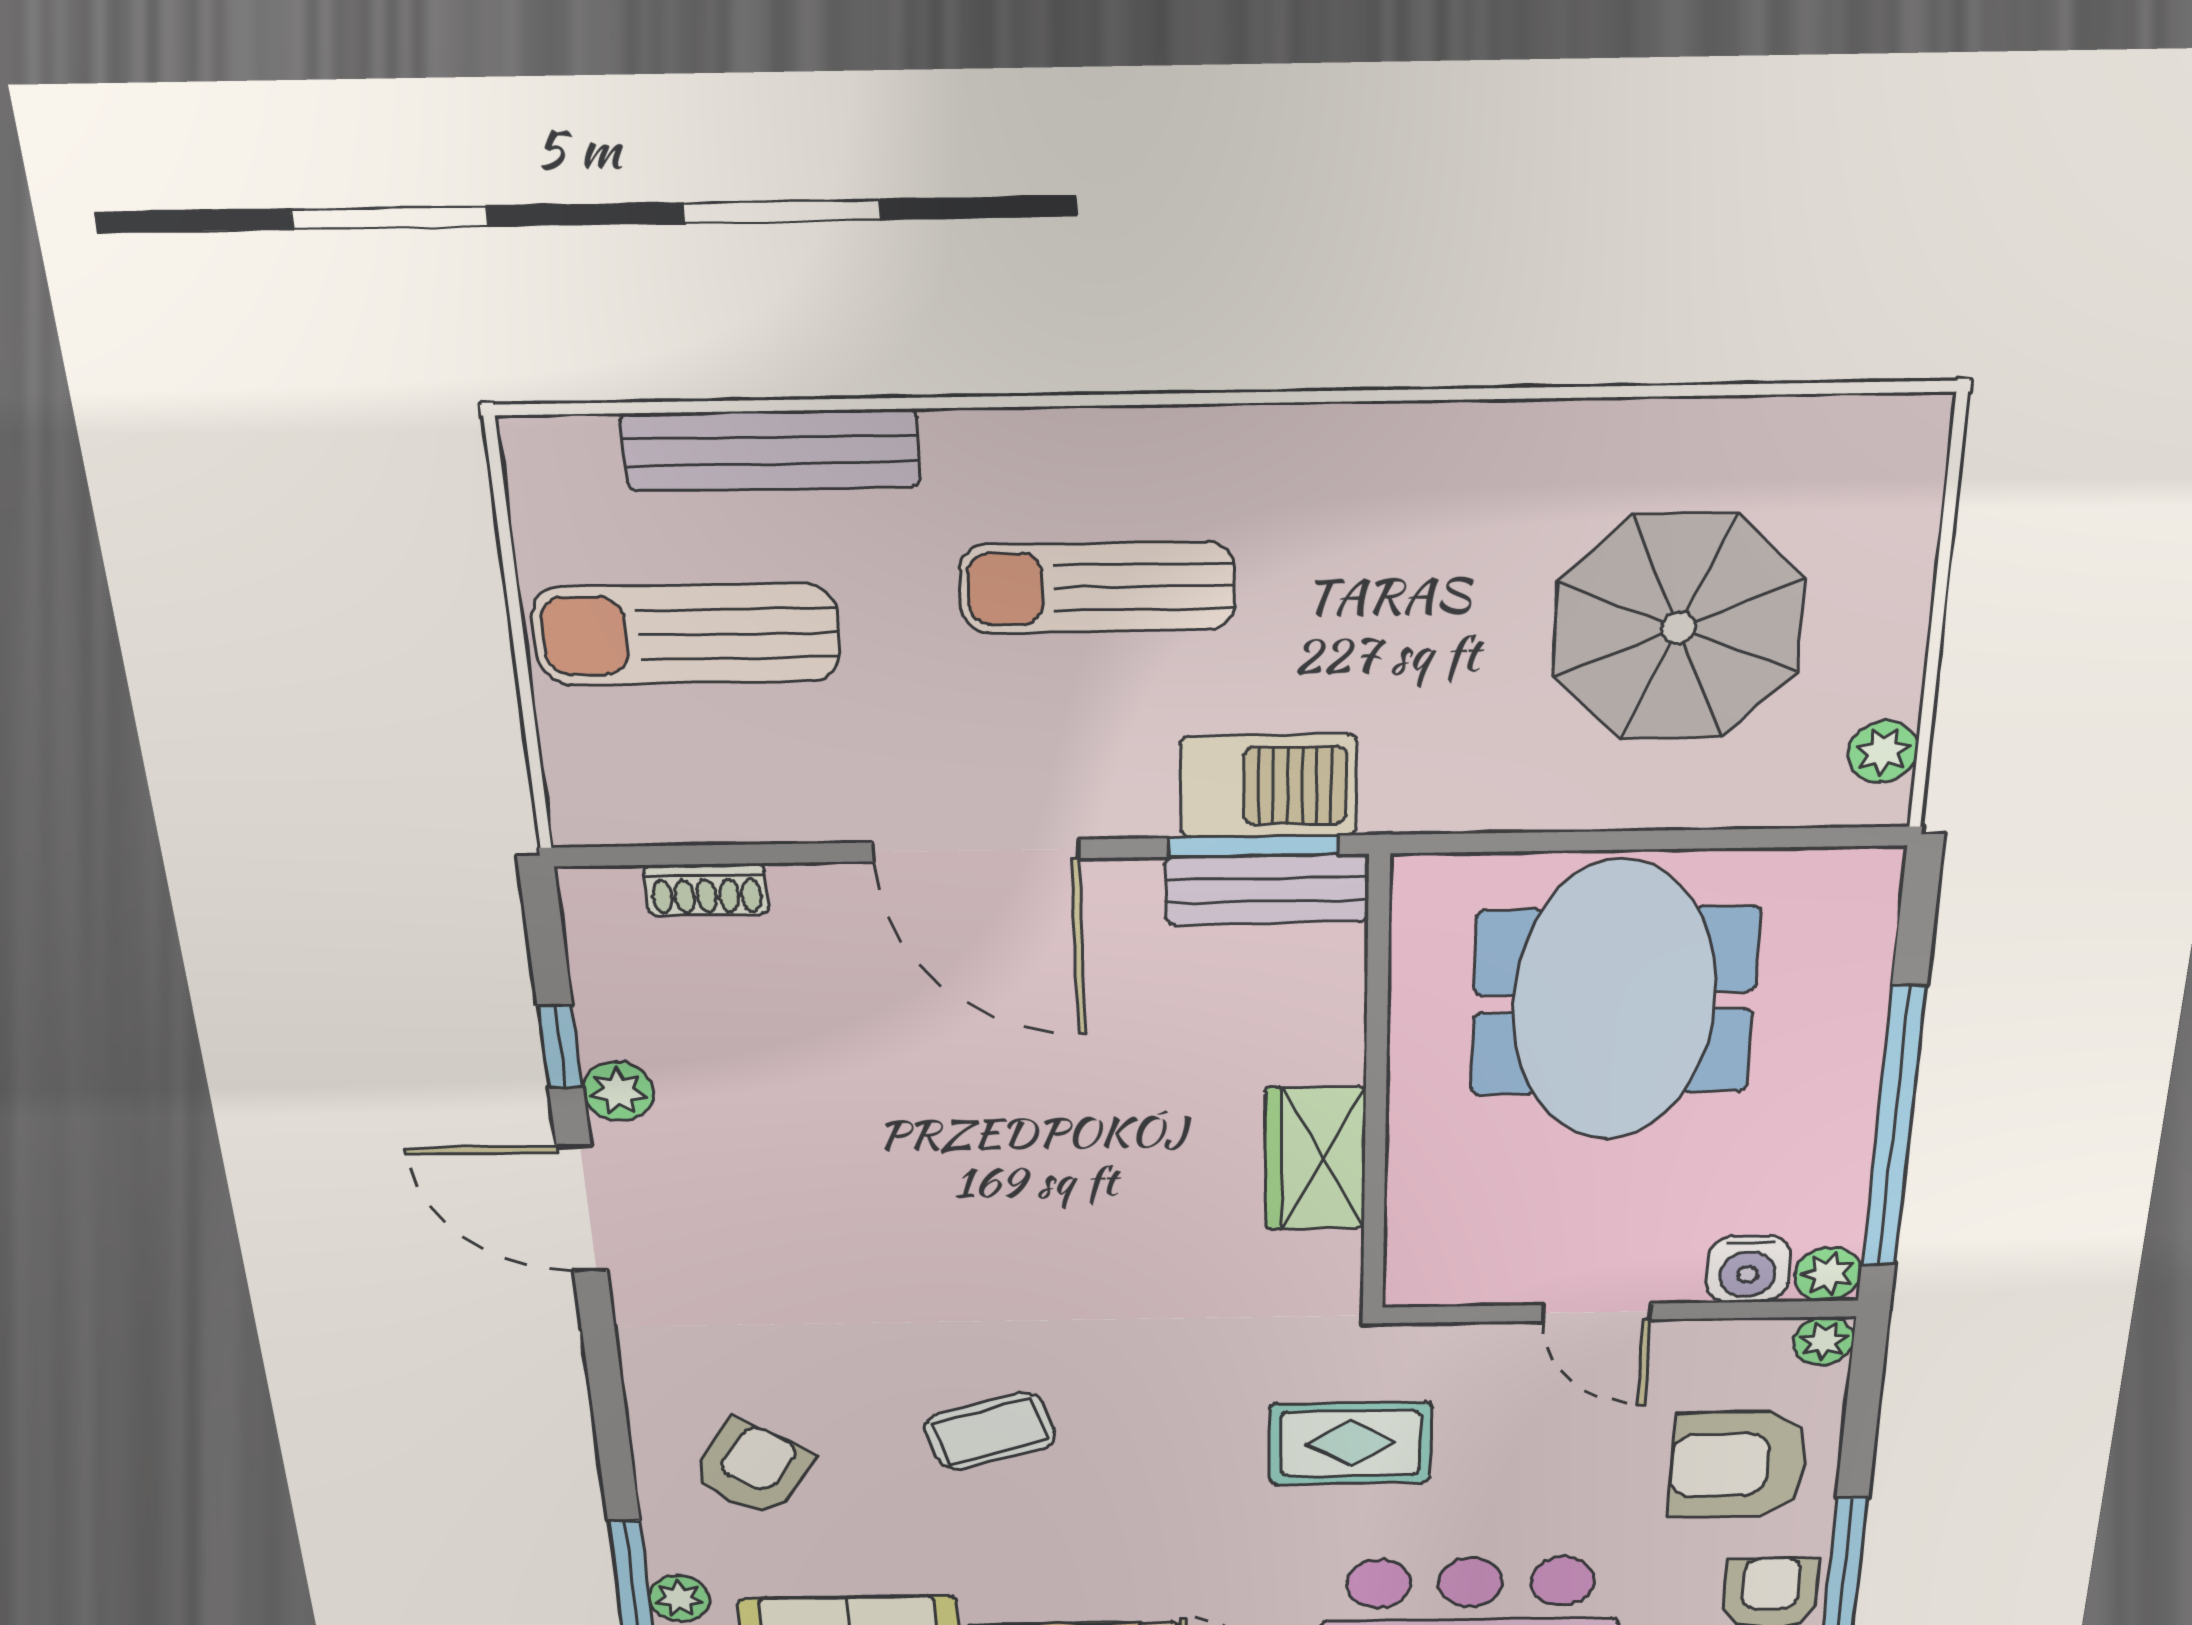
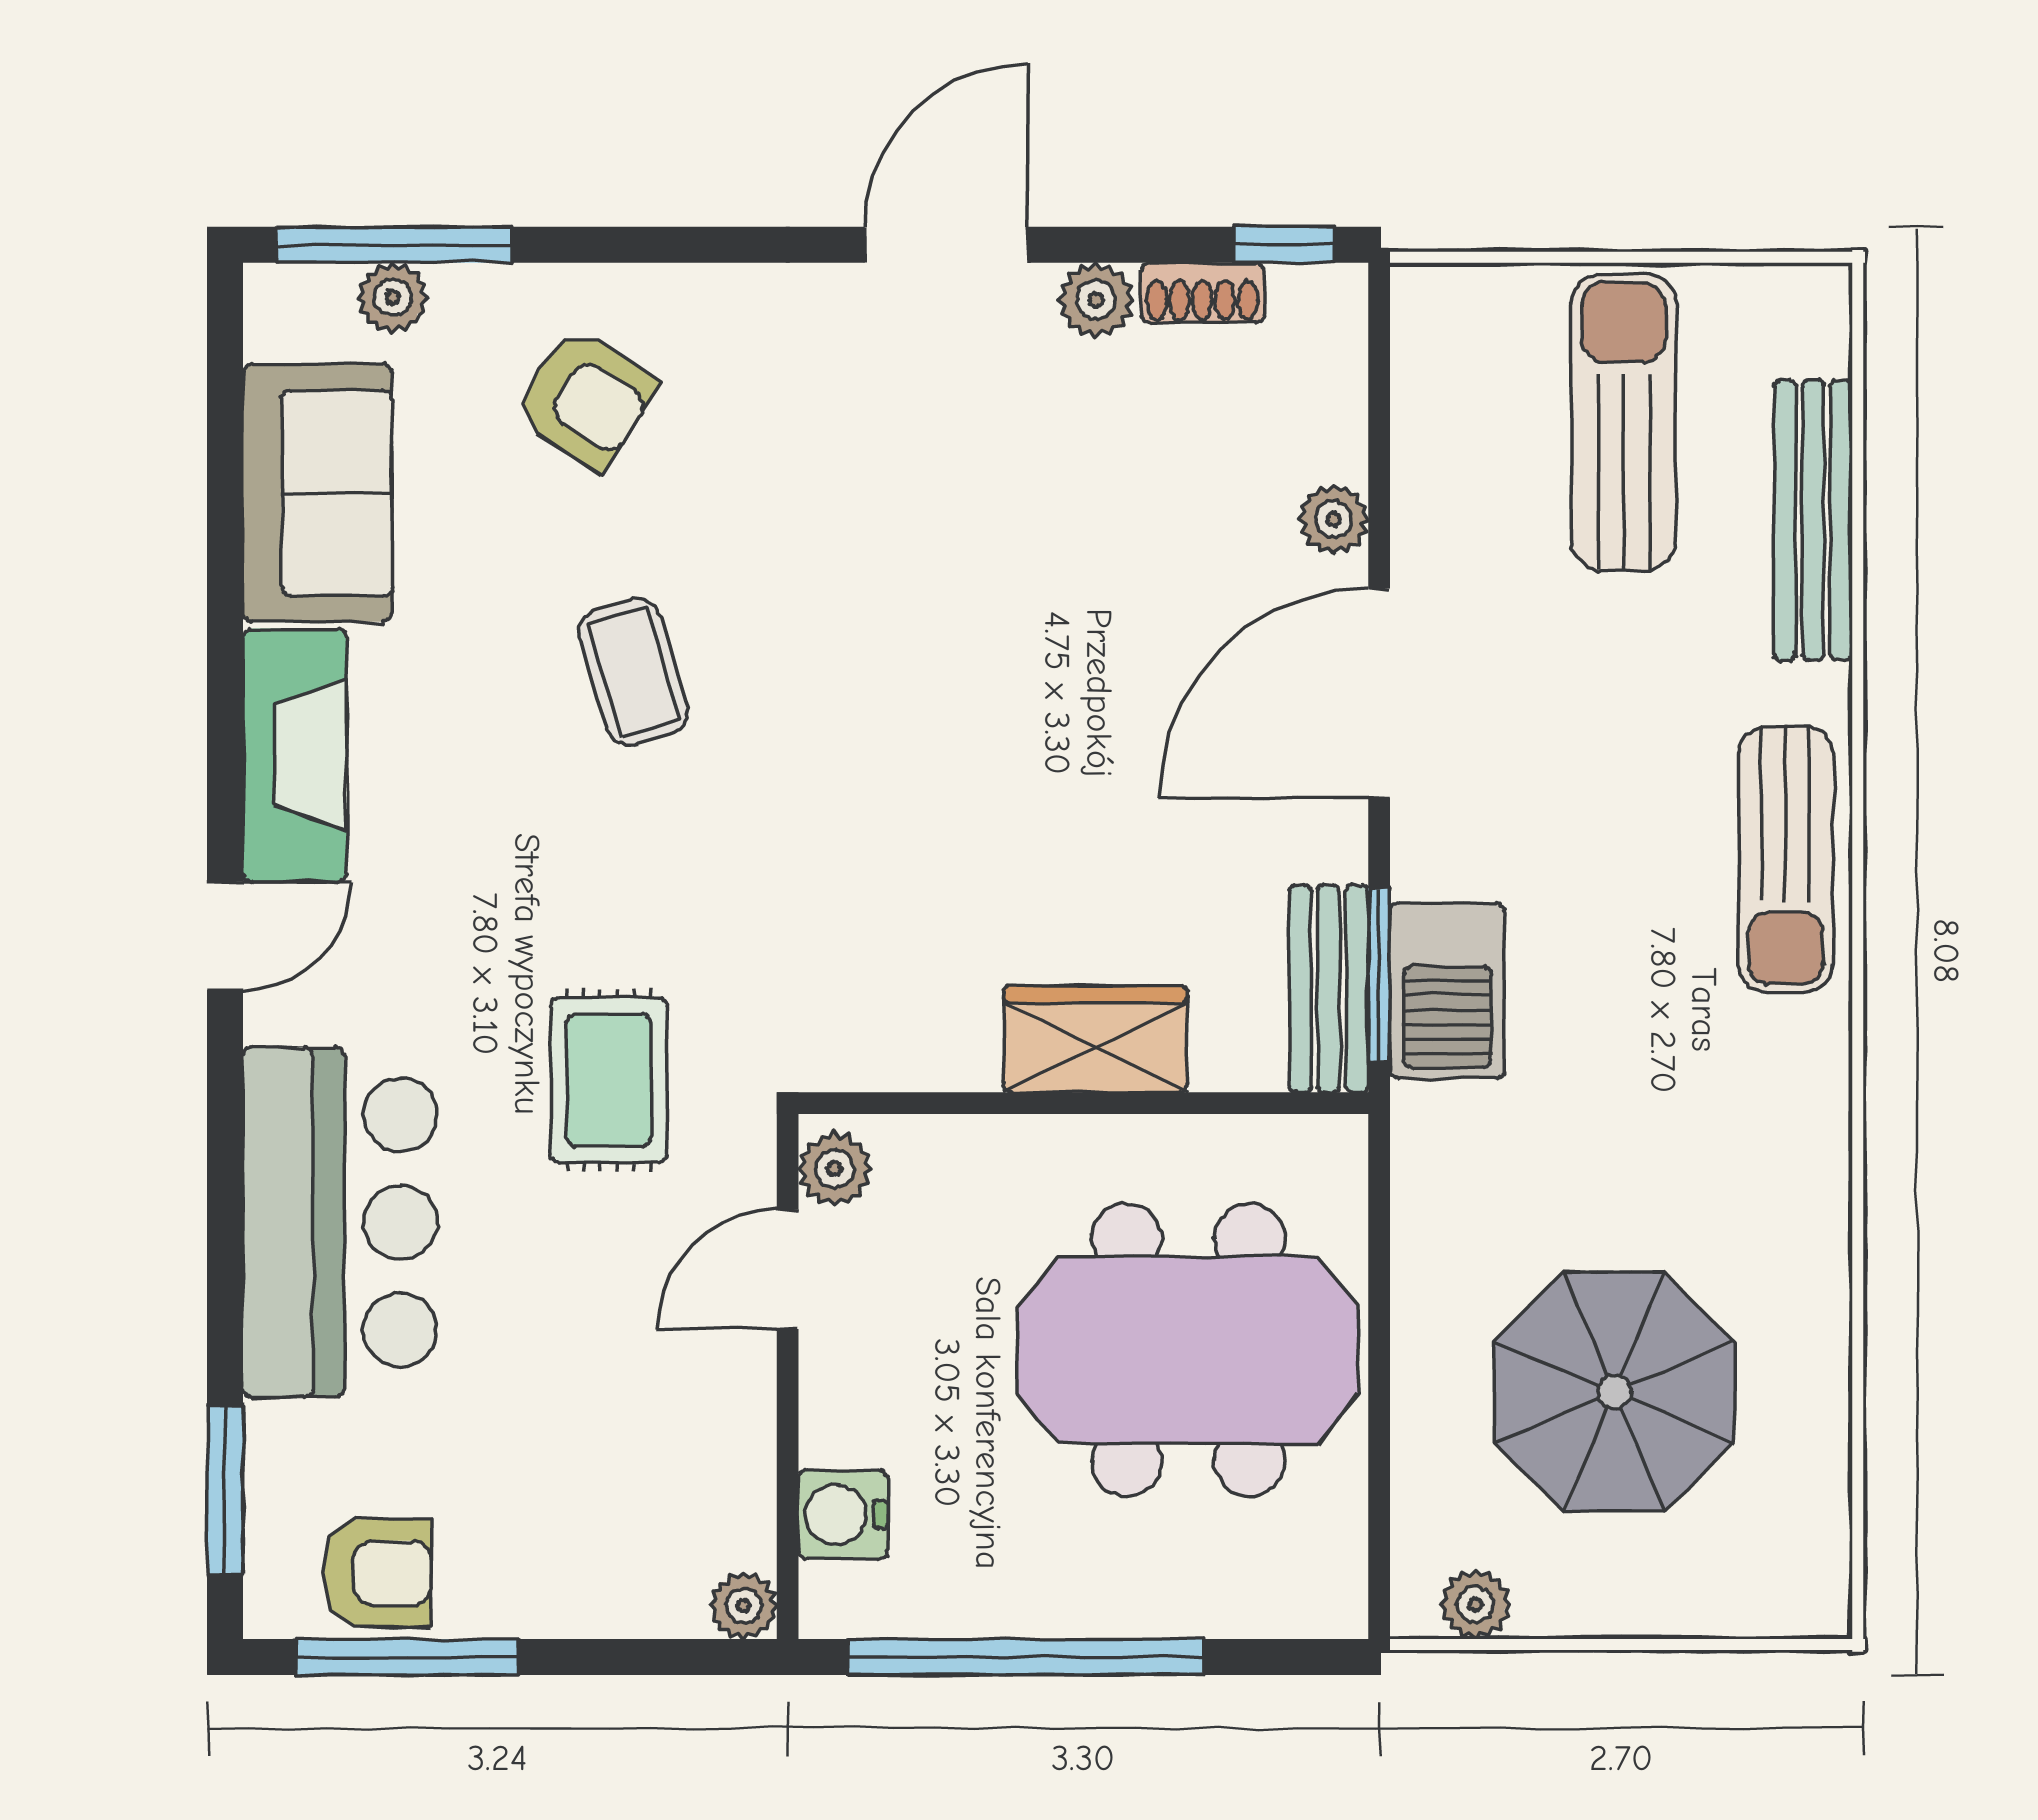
sun lounger: (1097, 587) -> (1786, 859), moved, turned 180
shoe rack: (706, 890) -> (1202, 293), moved, turned -90
plant: (808, 892) -> (1334, 519), added
window: (560, 1047) -> (1284, 245), moved
wardrobe: (1315, 1158) -> (1095, 1039), moved
plant: (1828, 1274) -> (835, 1169), moved
door: (1597, 1312) -> (788, 1269), moved
armchair: (1738, 1465) -> (570, 1523), removed

